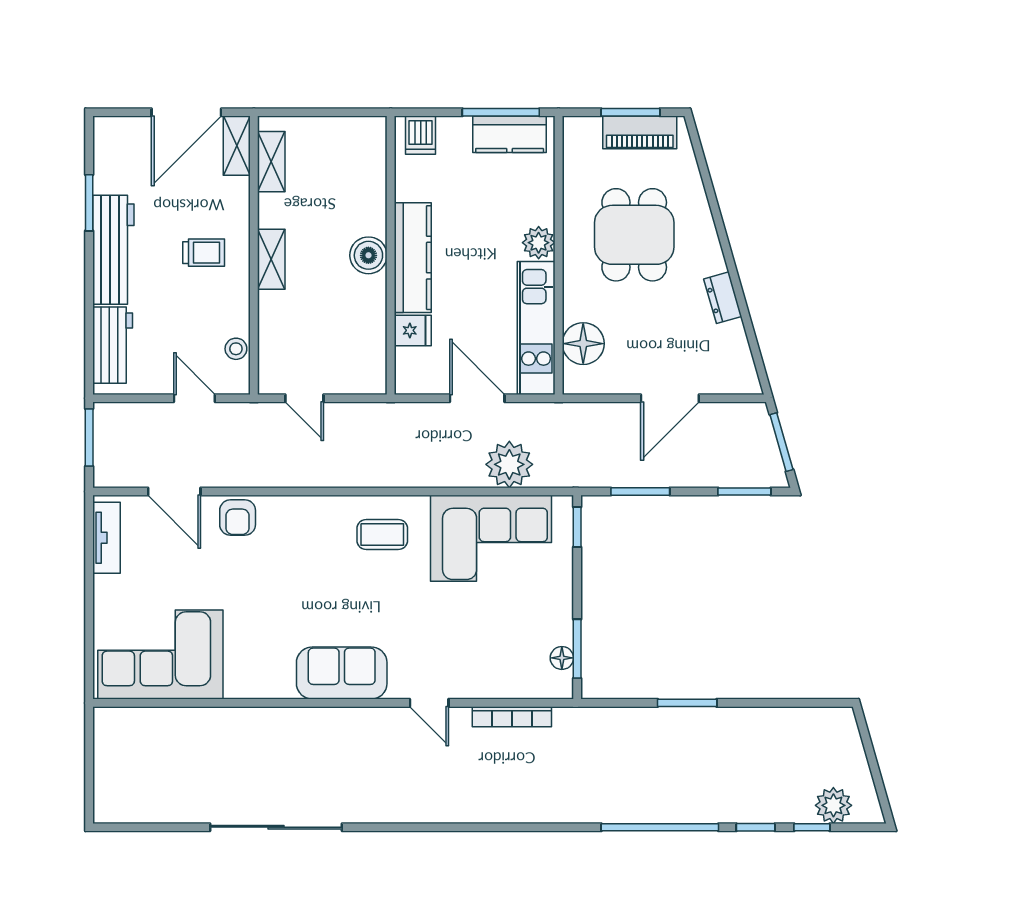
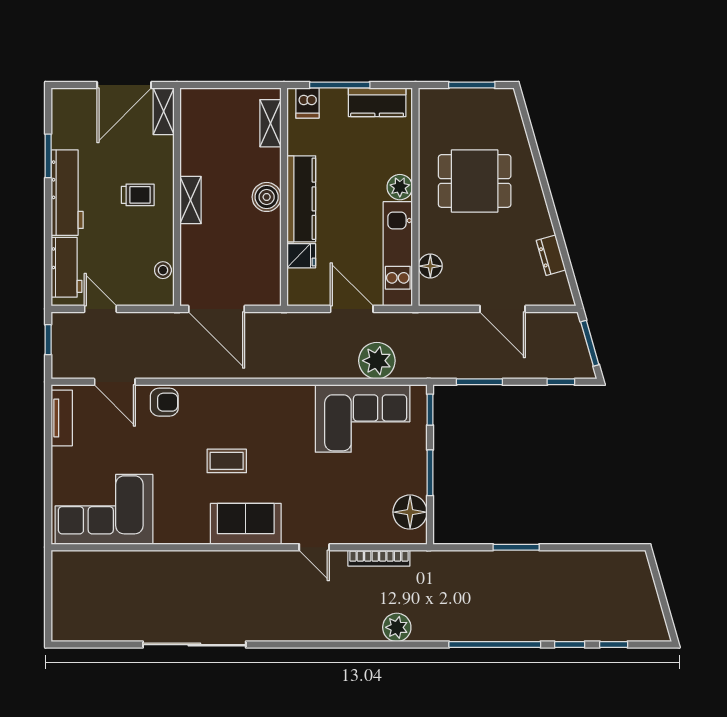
window: (501, 112) -> (340, 85), moved
piano: (640, 132) -> (479, 101), removed
shelving: (271, 162) -> (270, 123), moved
dining table: (634, 235) -> (475, 181), turned 90
dresser: (723, 298) -> (551, 255), moved
floor lamp: (583, 344) -> (430, 266), width x0.73, depth x0.73
door: (194, 398) -> (100, 309), moved
door: (304, 398) -> (217, 309), width x1.87
door: (670, 398) -> (503, 309), hinge flipped
window: (89, 438) -> (48, 340), width x0.67
window: (744, 492) -> (561, 382), width x0.67
armchair: (238, 518) -> (164, 402), turned -90
coffee table: (382, 534) -> (227, 461), moved
window: (577, 649) -> (430, 473), moved
floor lamp: (562, 658) -> (410, 512), width x1.89, depth x1.89
plant: (833, 805) -> (397, 627), moved

